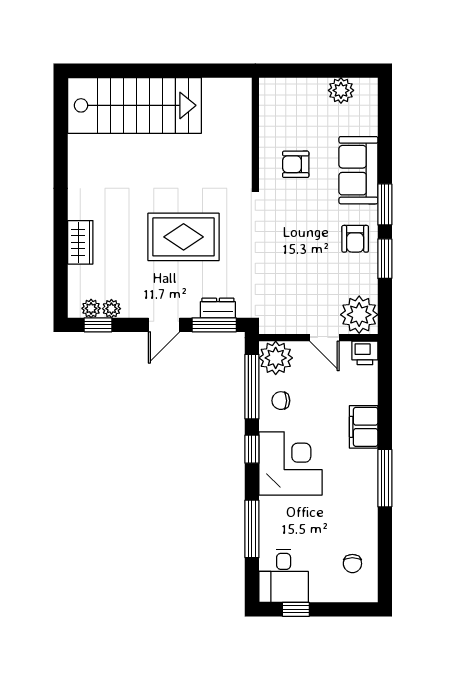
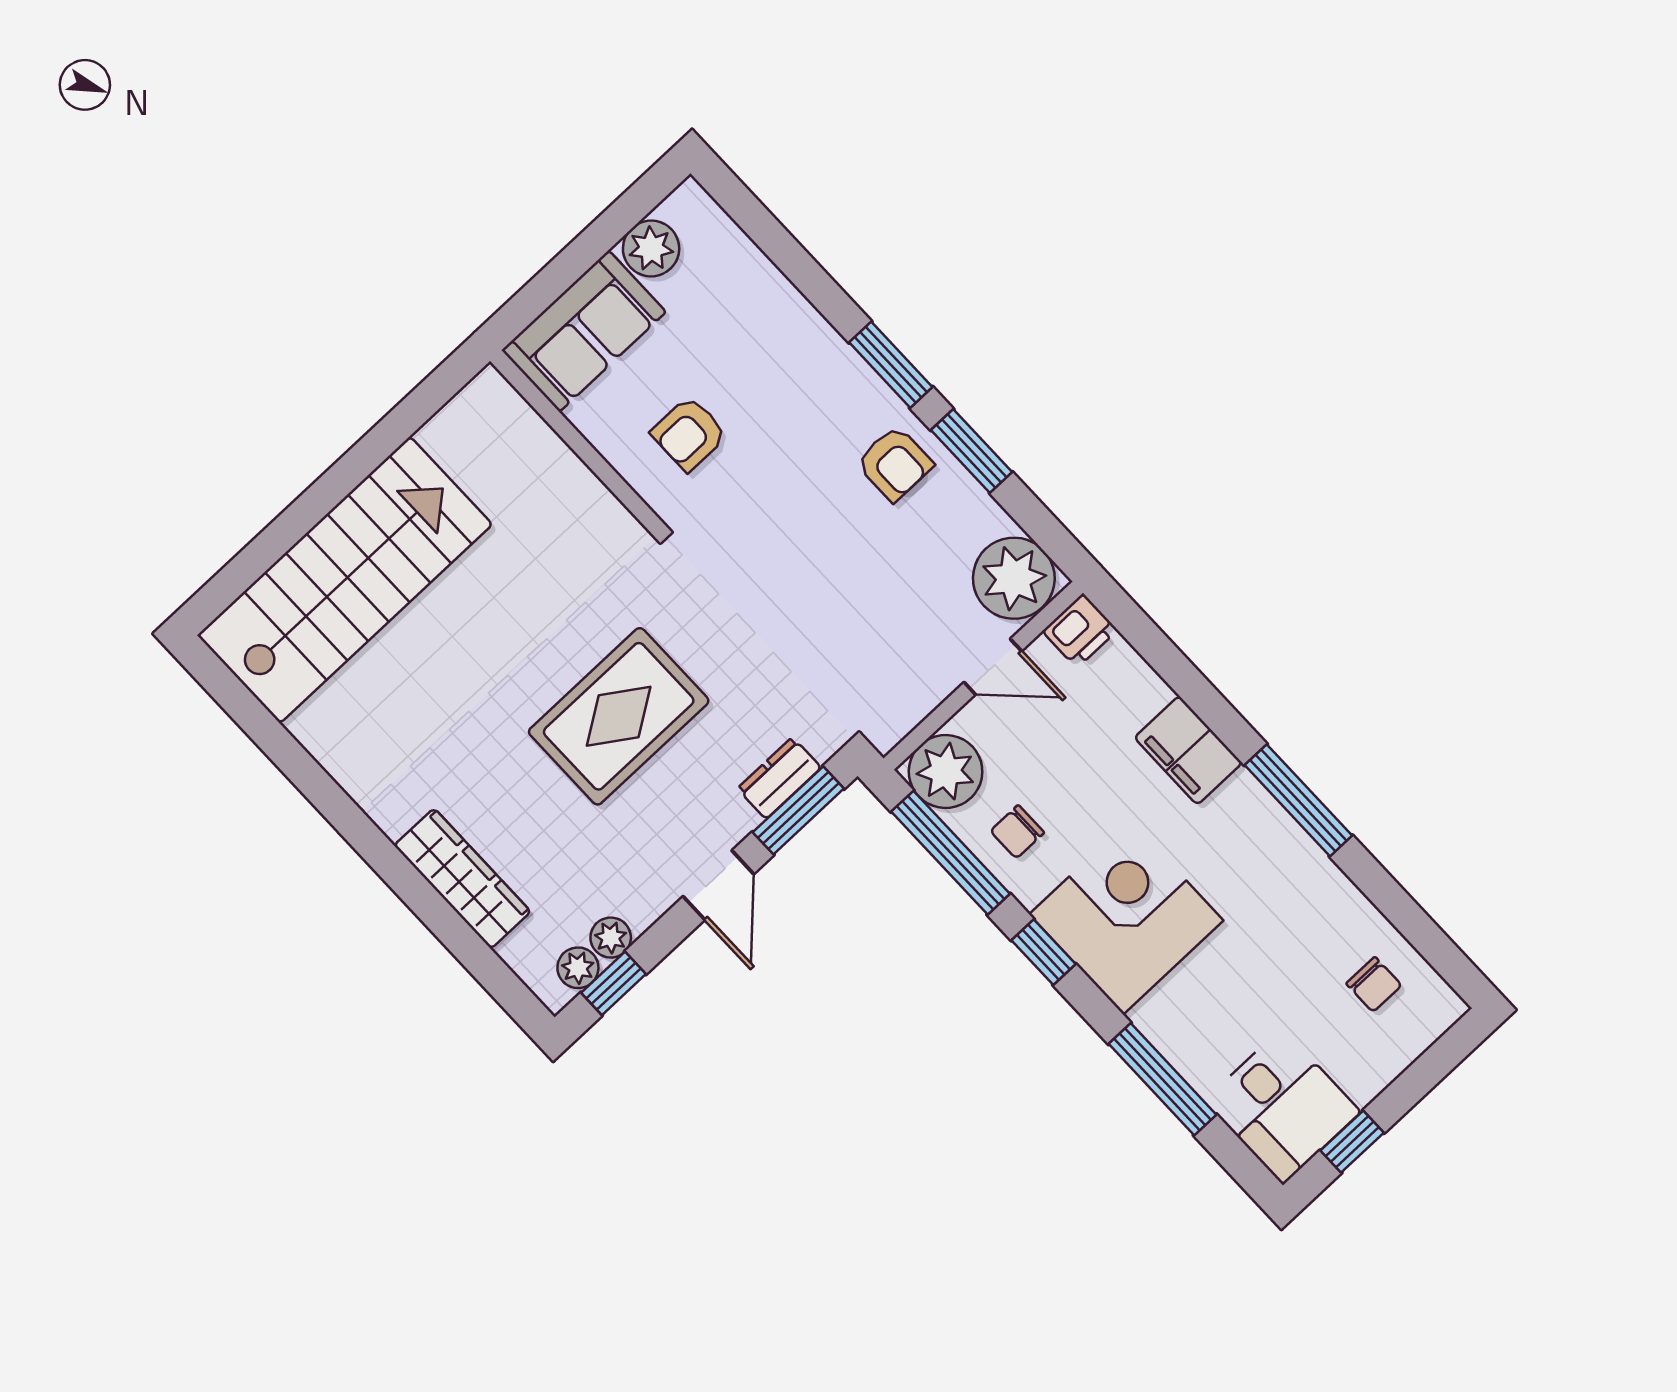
sofa: (358, 170) -> (584, 331), moved, turned -90
wardrobe: (80, 242) -> (462, 879), width x1.50

